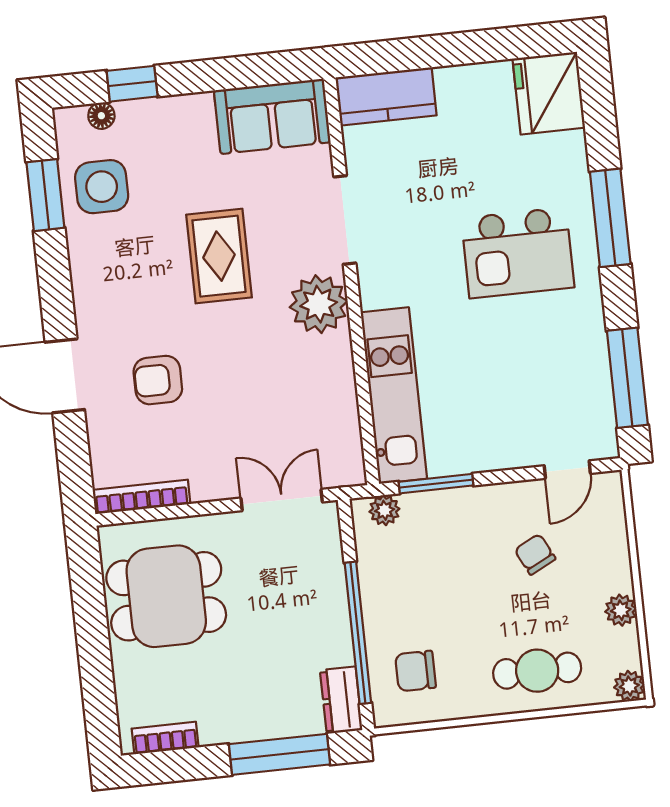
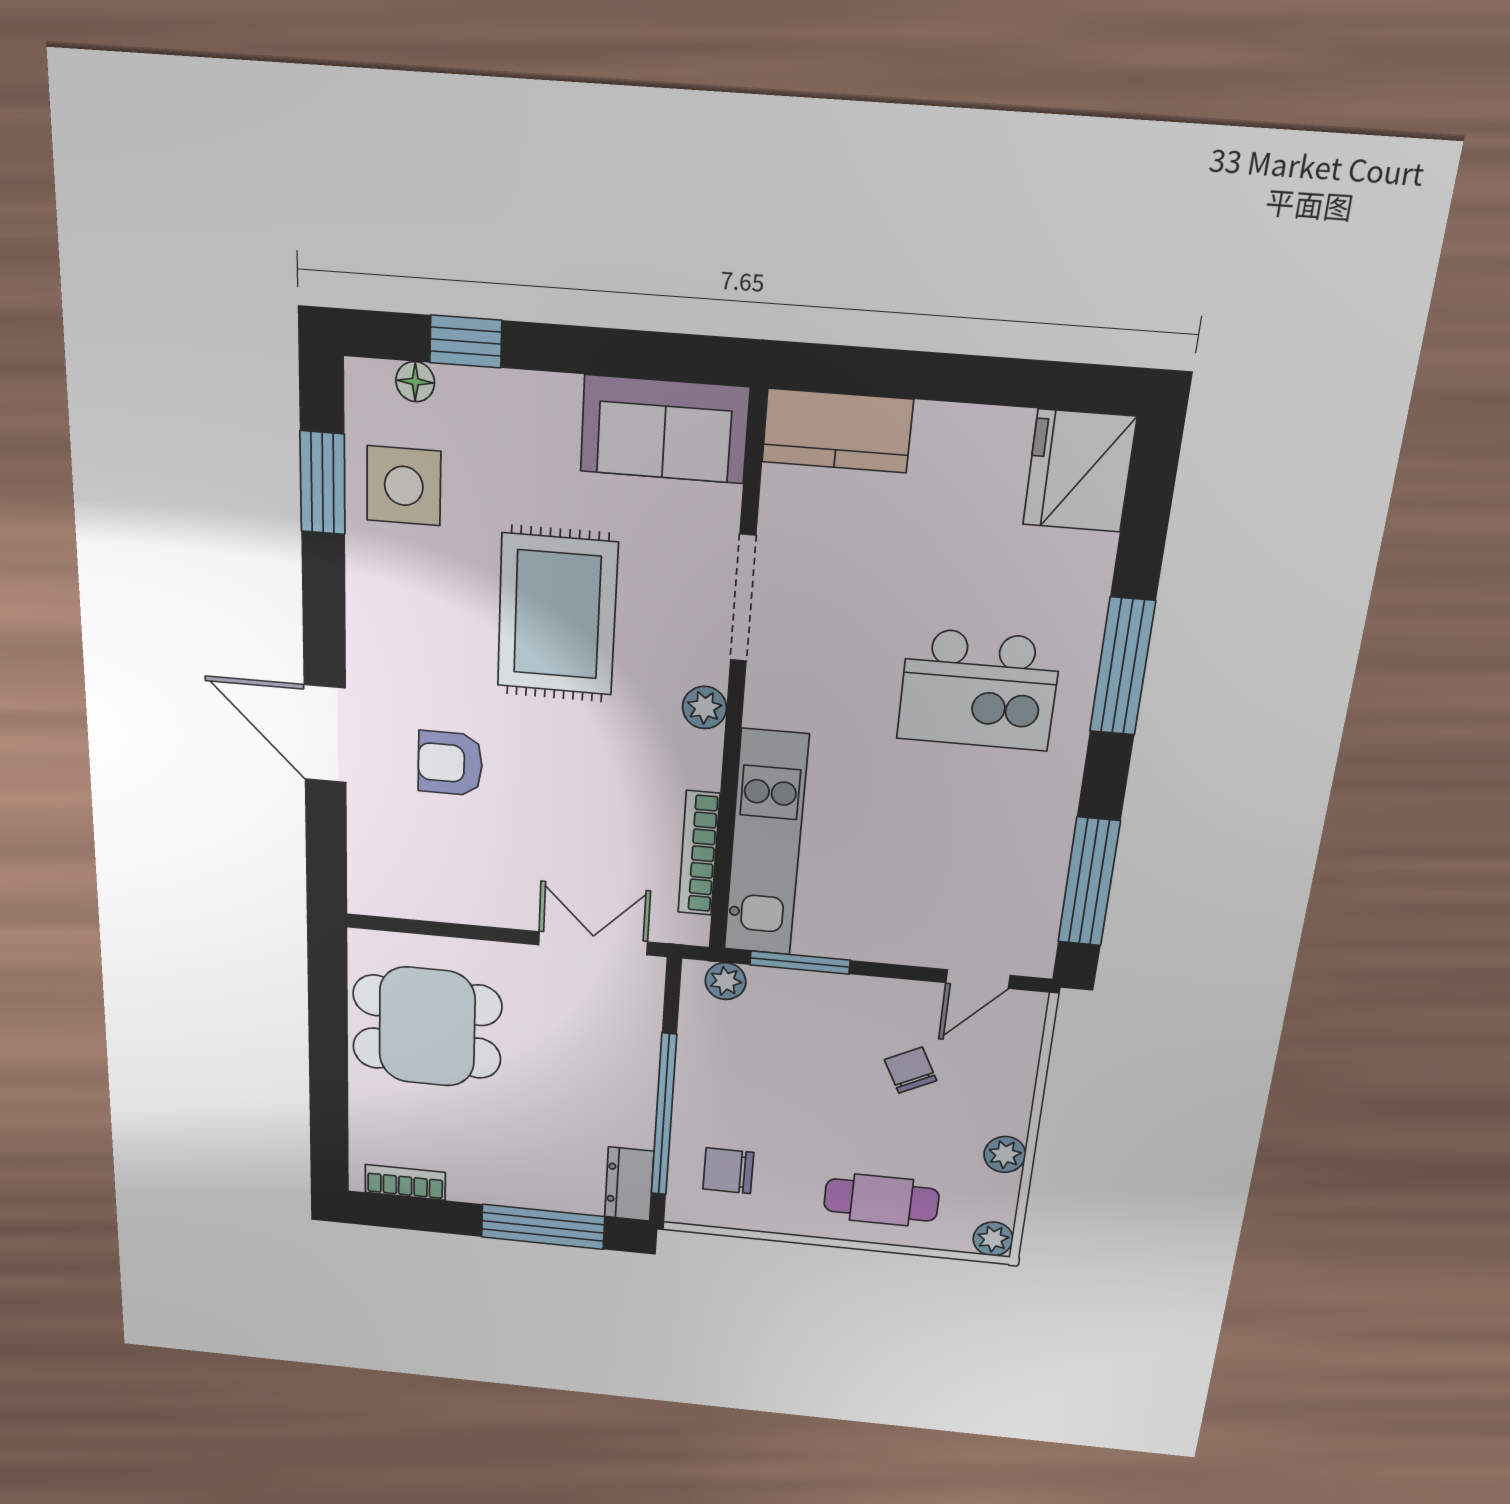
rug: (219, 256) -> (557, 615), width x1.36, depth x1.43
plant: (319, 304) -> (705, 708), width x0.53, depth x0.53
bookcase: (141, 497) -> (699, 853), moved, turned -90

